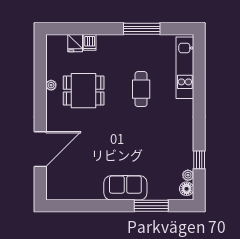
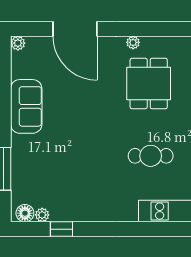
plant: (51, 85) -> (133, 42), moved
sofa: (125, 188) -> (26, 106), moved
plant: (52, 194) -> (18, 43), added

